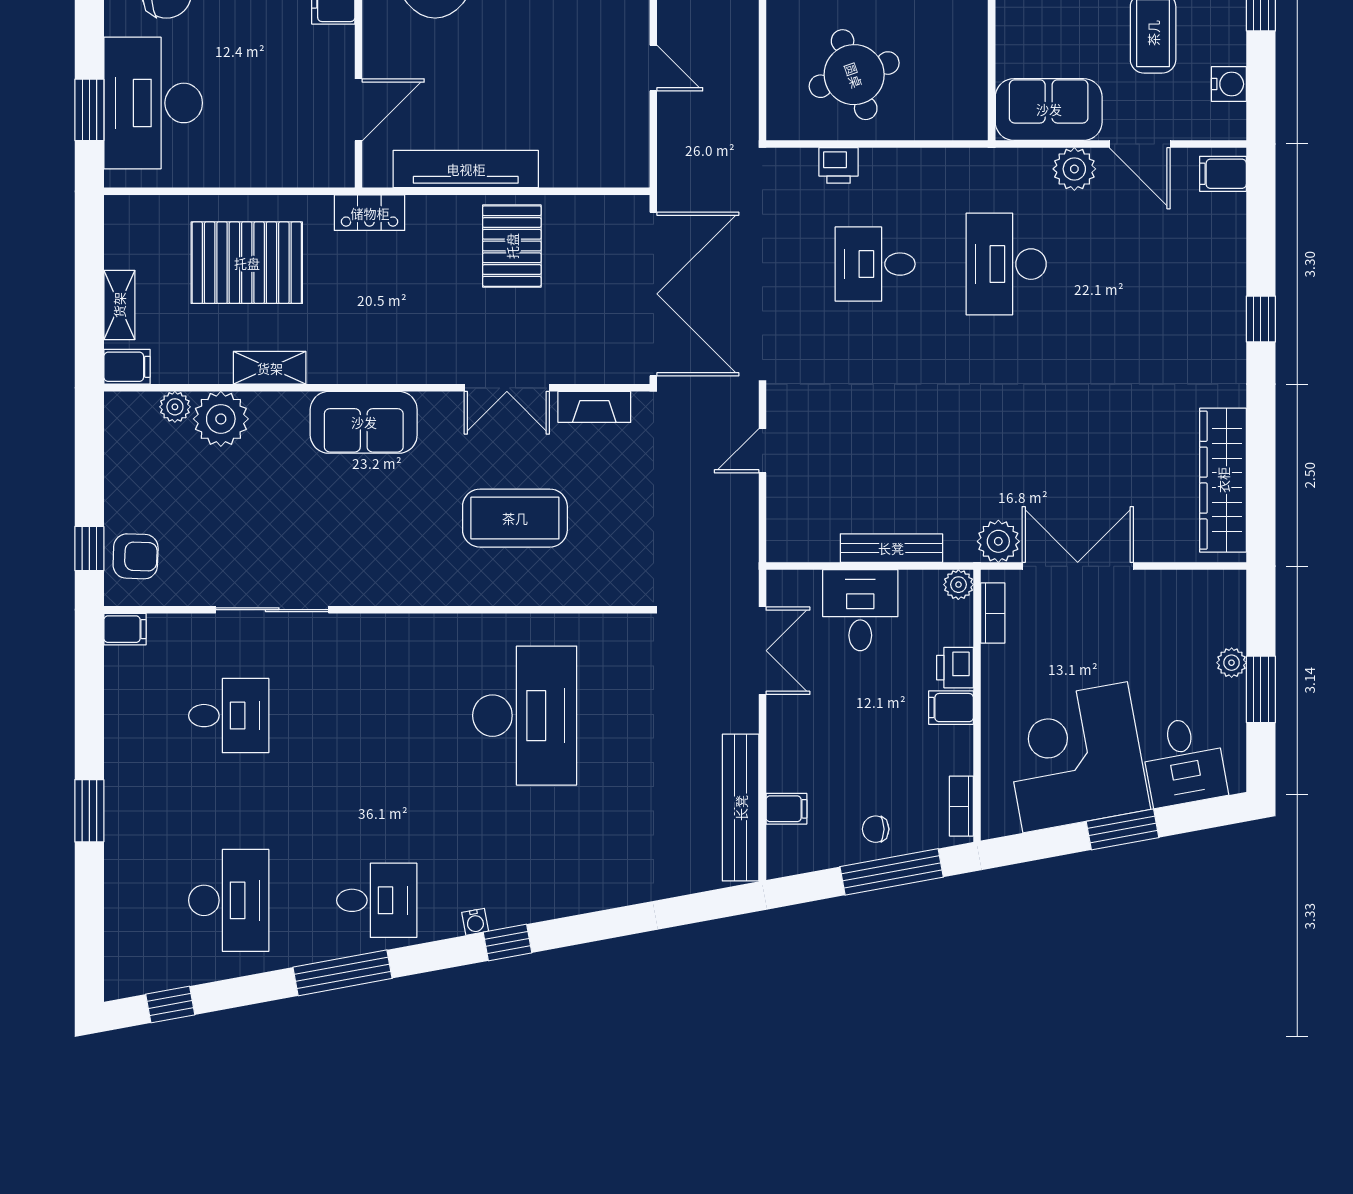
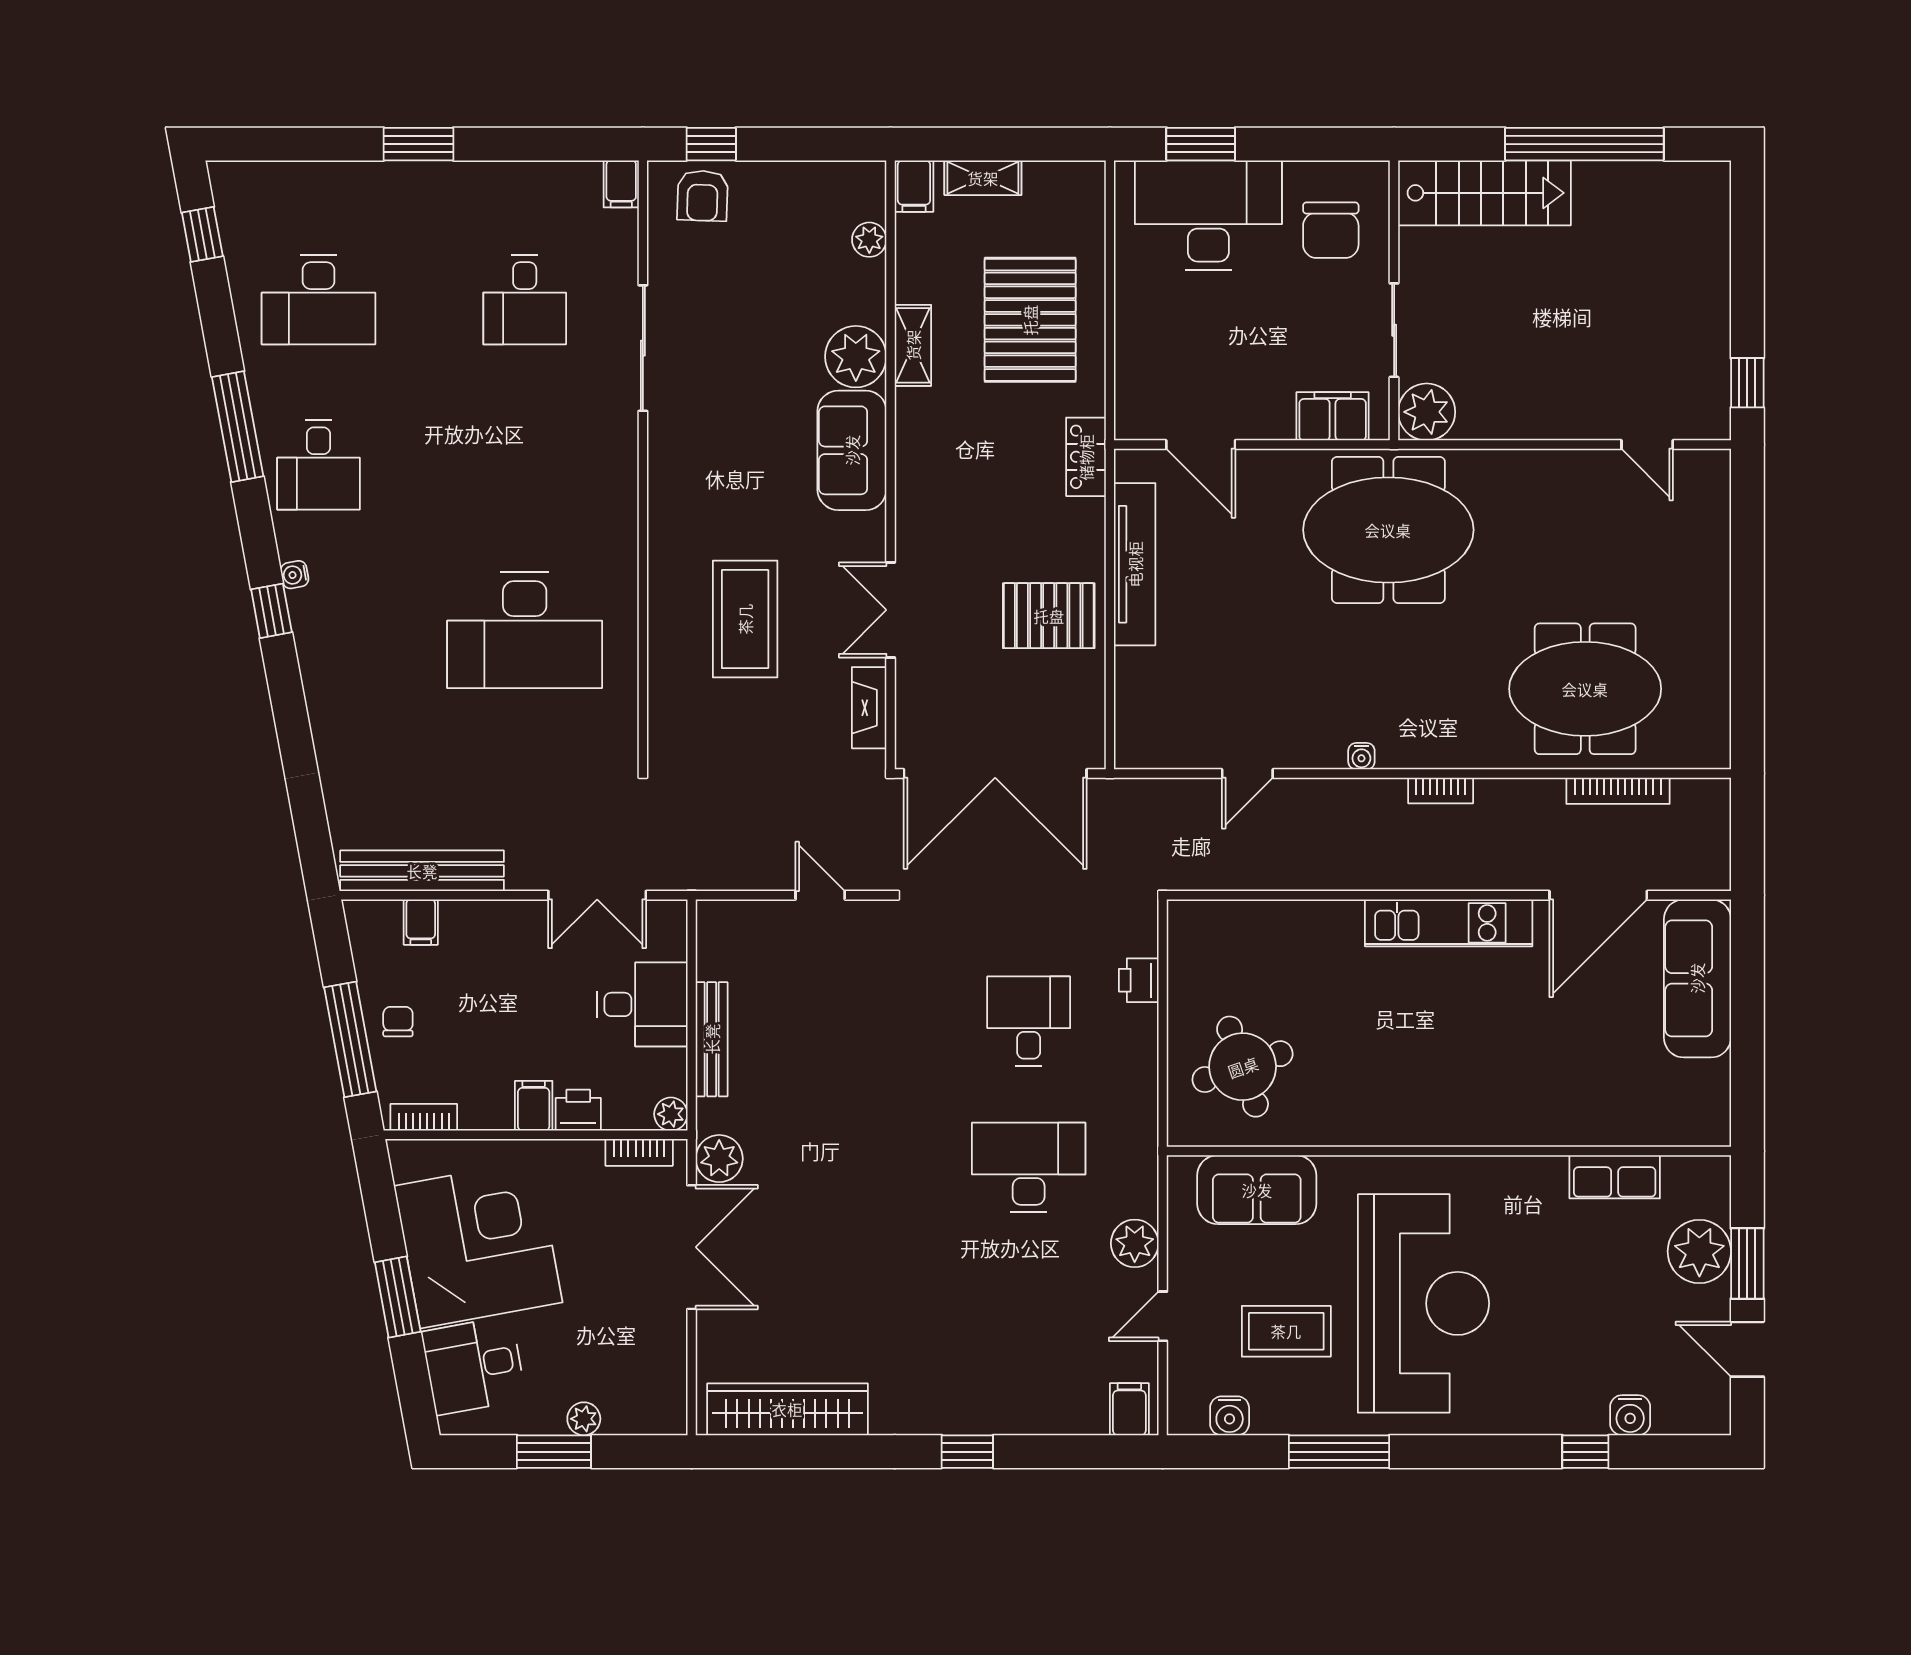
round table: (854, 75) -> (1243, 1067), moved
sofa: (1049, 109) -> (1257, 1190), moved, turned 90
door: (1140, 144) -> (1163, 1316), width x0.73
plant: (221, 419) -> (856, 357), moved

